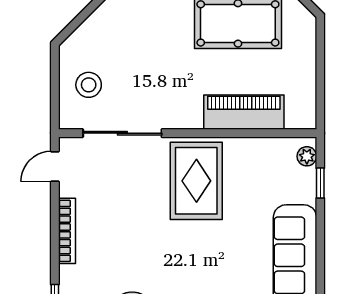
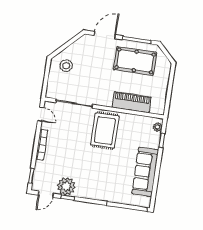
stool: (89, 85) -> (66, 66), moved
door: (55, 167) -> (41, 114), swing flipped

